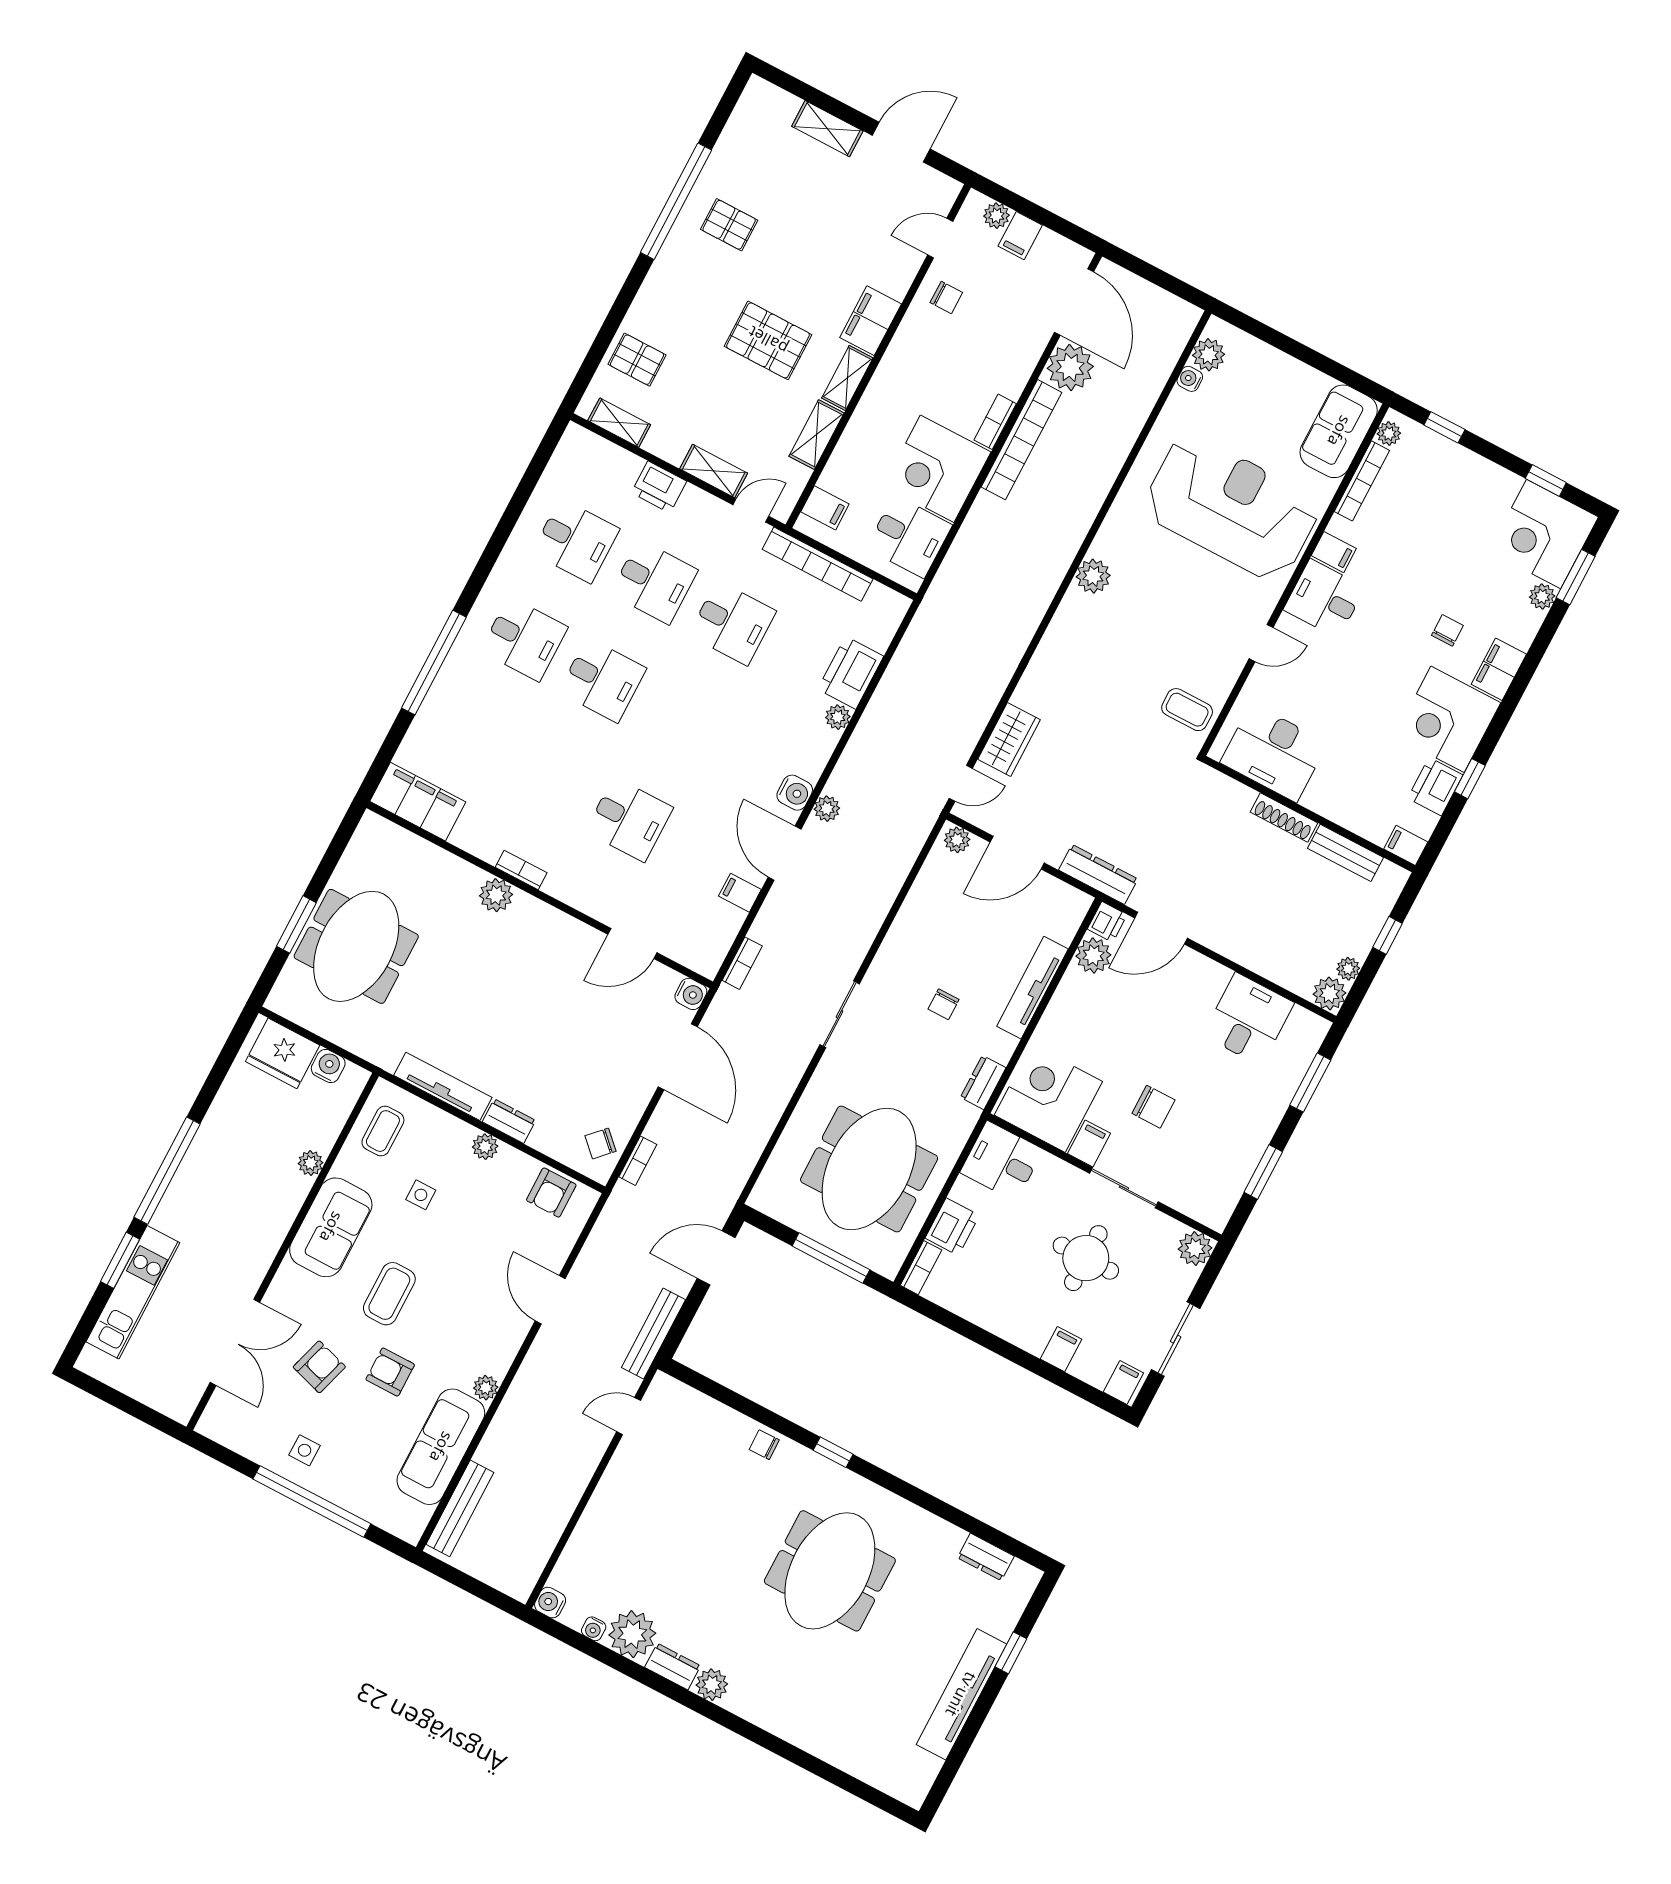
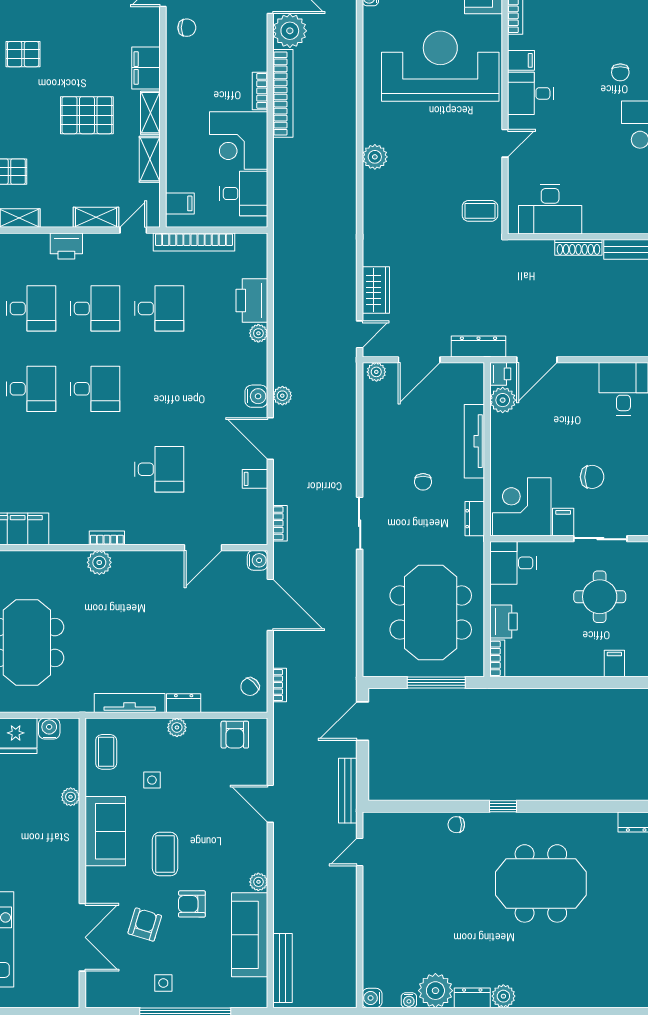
chair: (1447, 630) -> (620, 72), turned 180
meeting table: (830, 1571) -> (541, 883), turned 90

